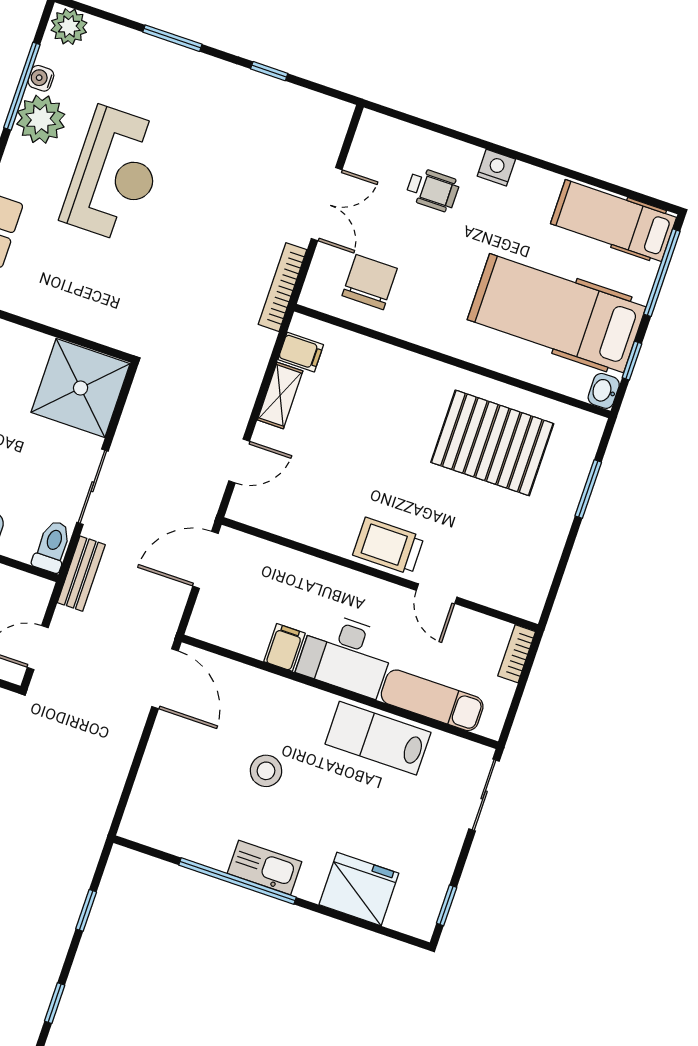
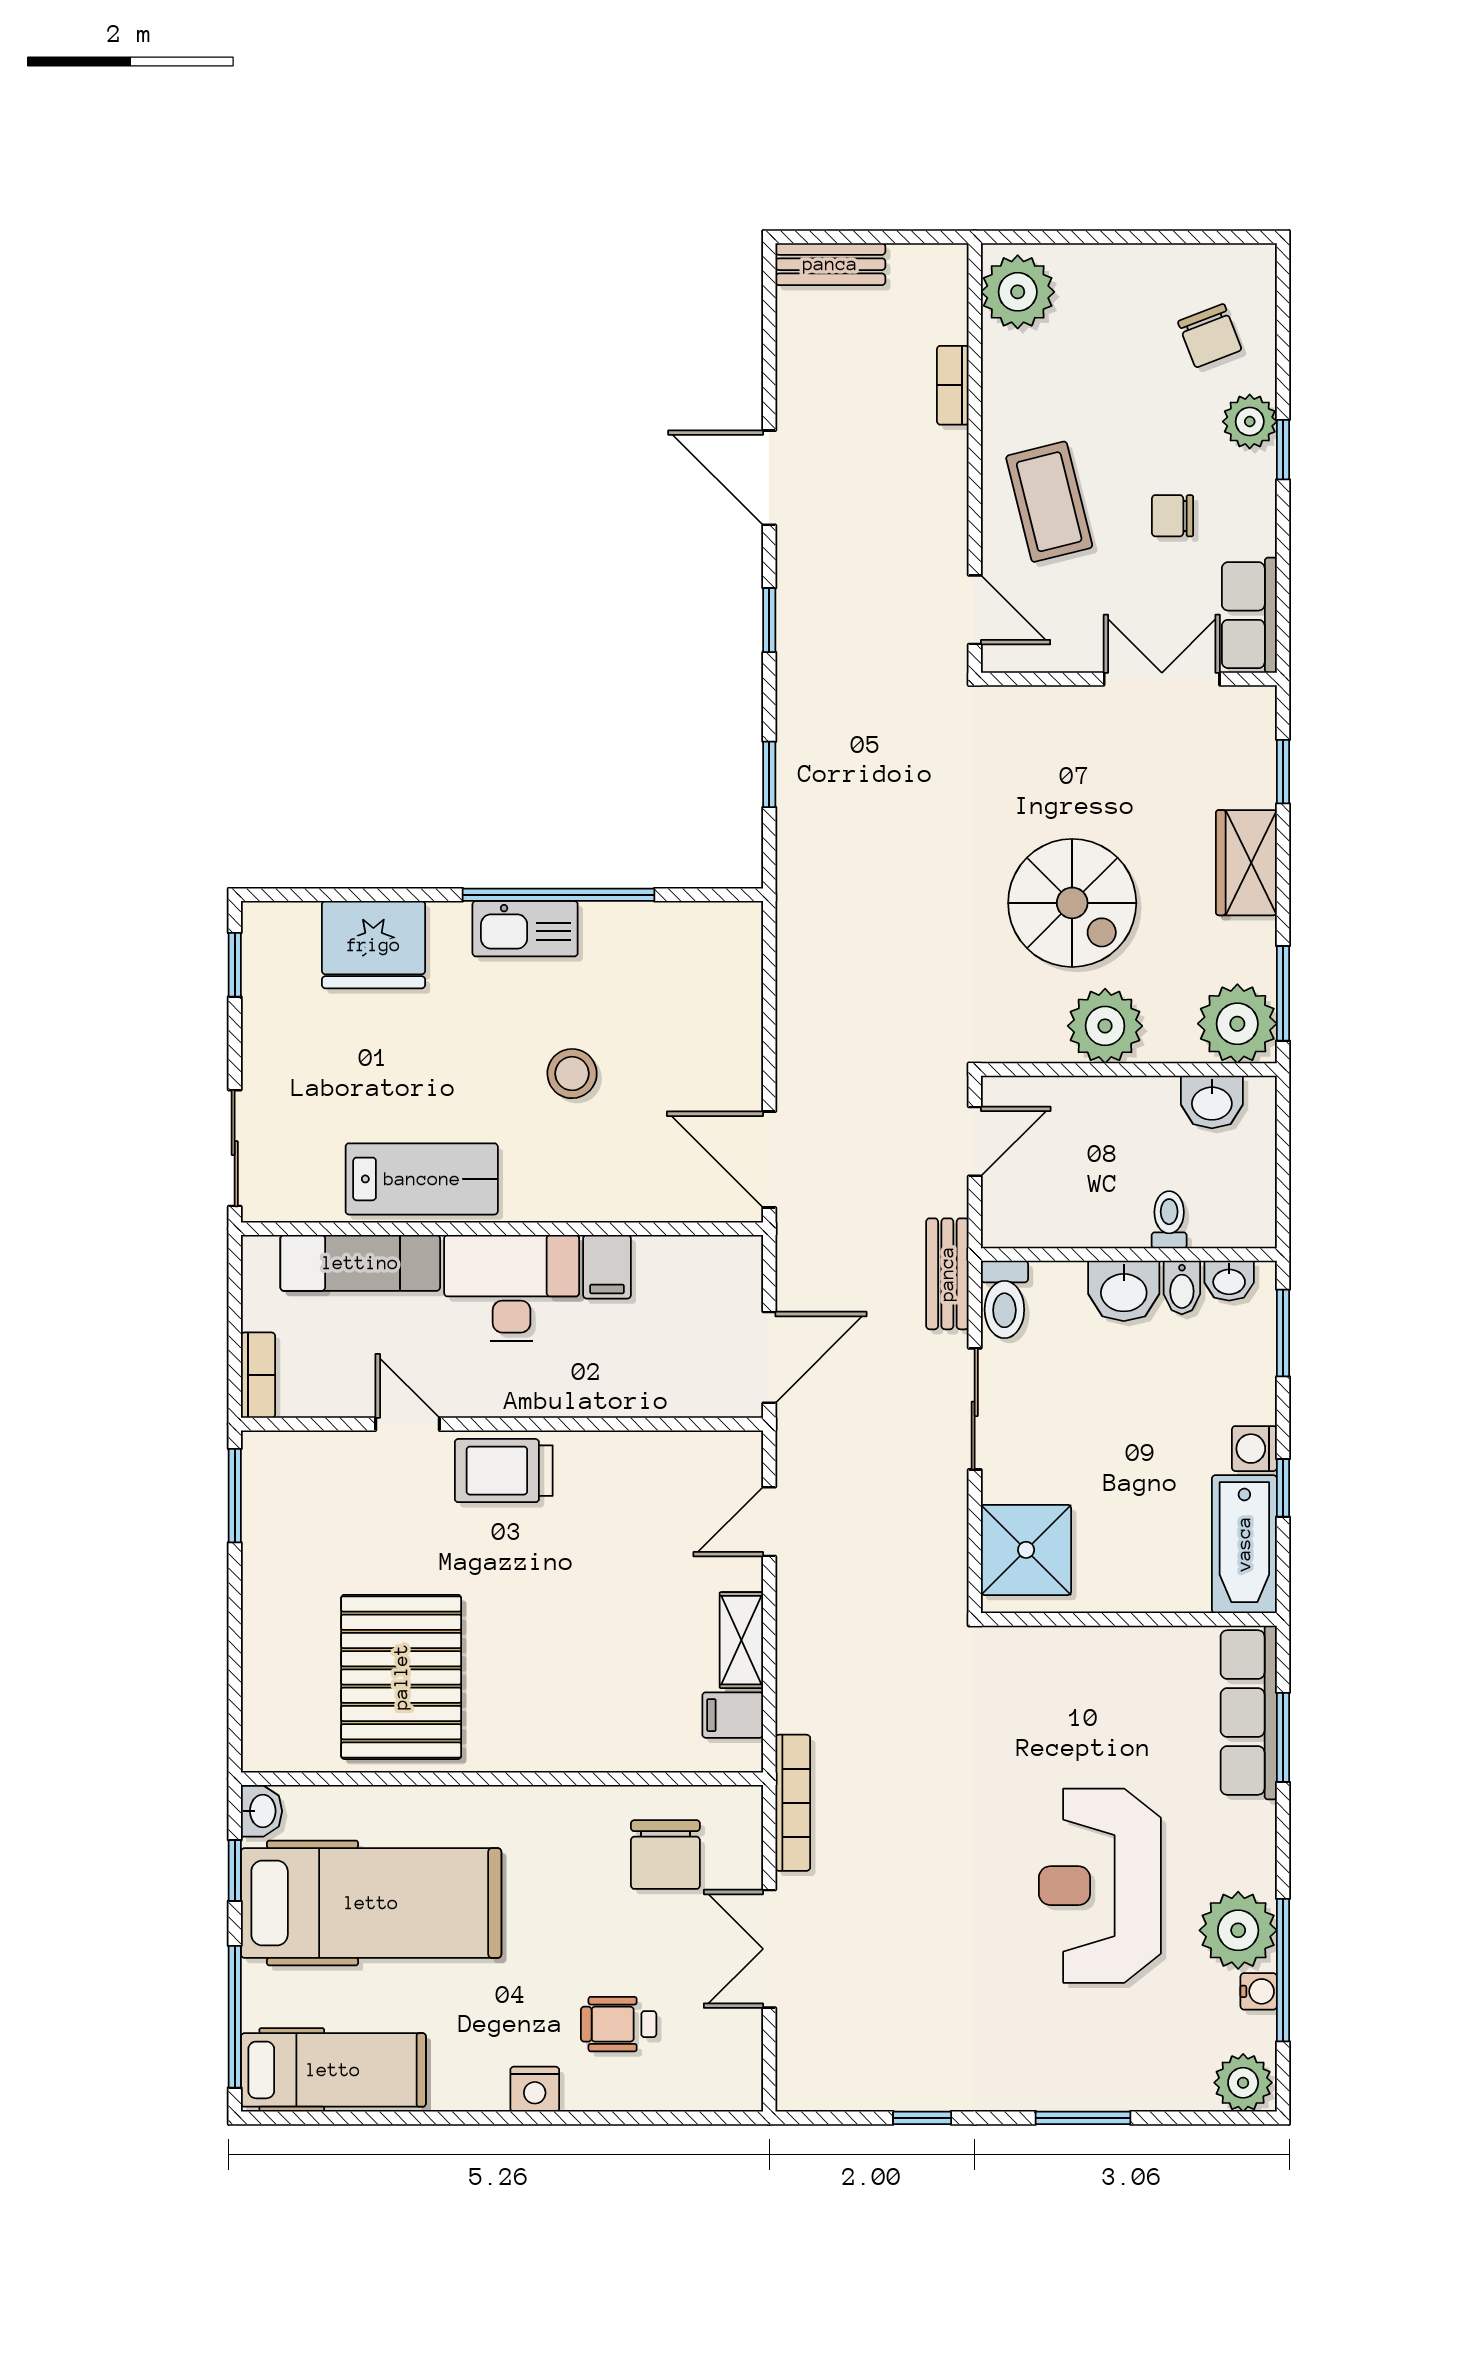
shower: (81, 388) -> (1026, 1550), width x0.73, depth x0.73
pallet: (492, 443) -> (401, 1677), turned 90
window: (588, 489) -> (235, 1496), moved
trolley: (388, 546) -> (504, 1471), turned 180

